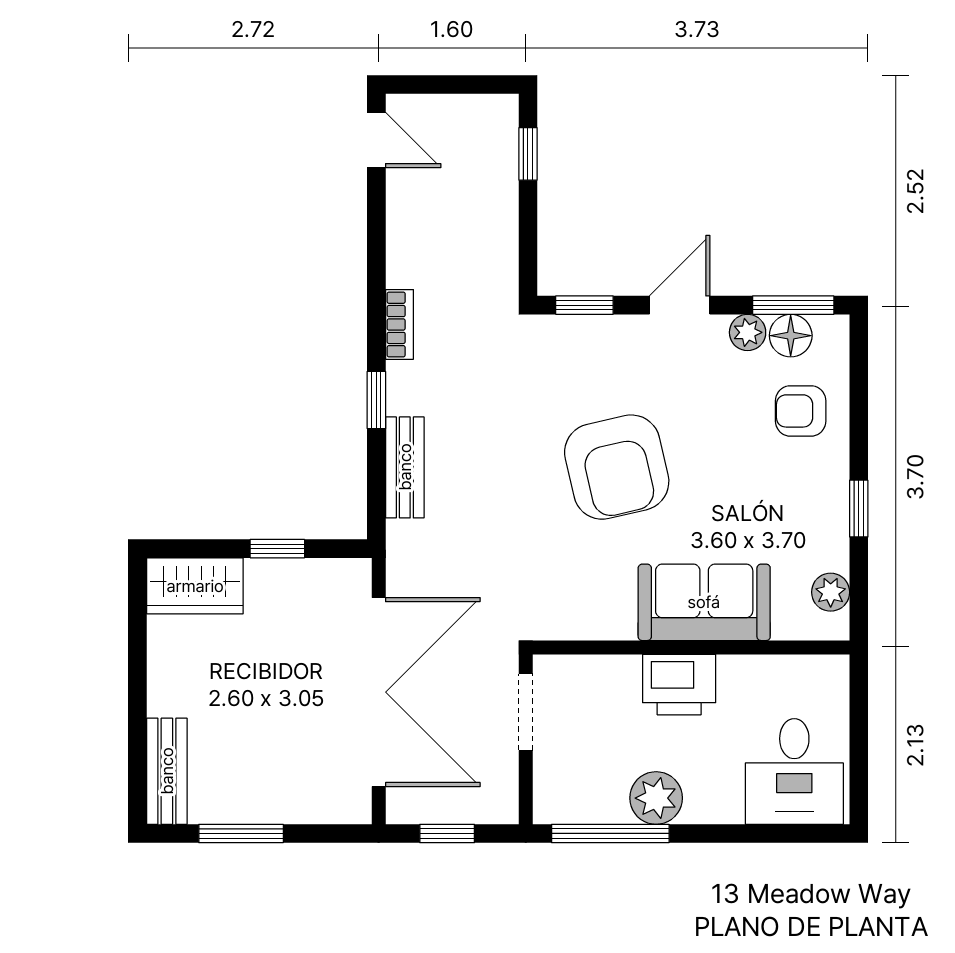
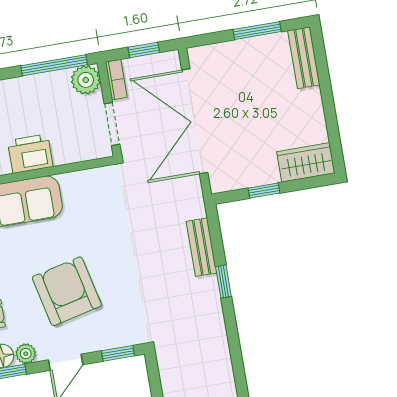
bookcase: (399, 324) -> (116, 80), moved, turned 180
armchair: (617, 467) -> (67, 291), moved
plant: (656, 798) -> (86, 80), moved

